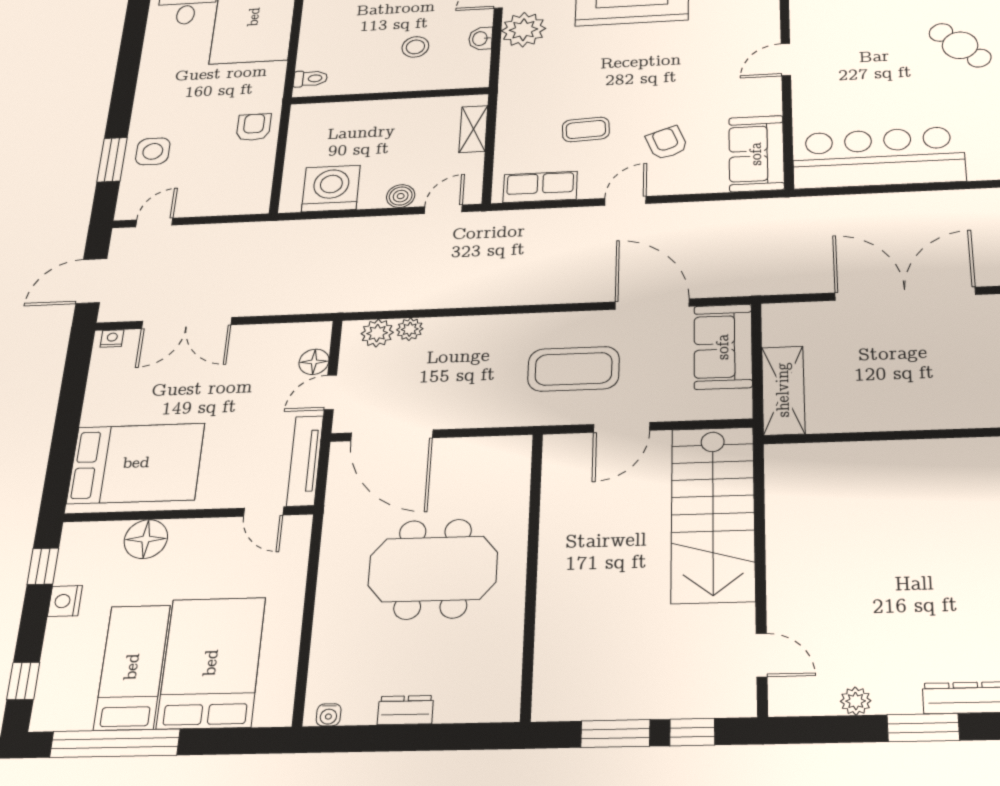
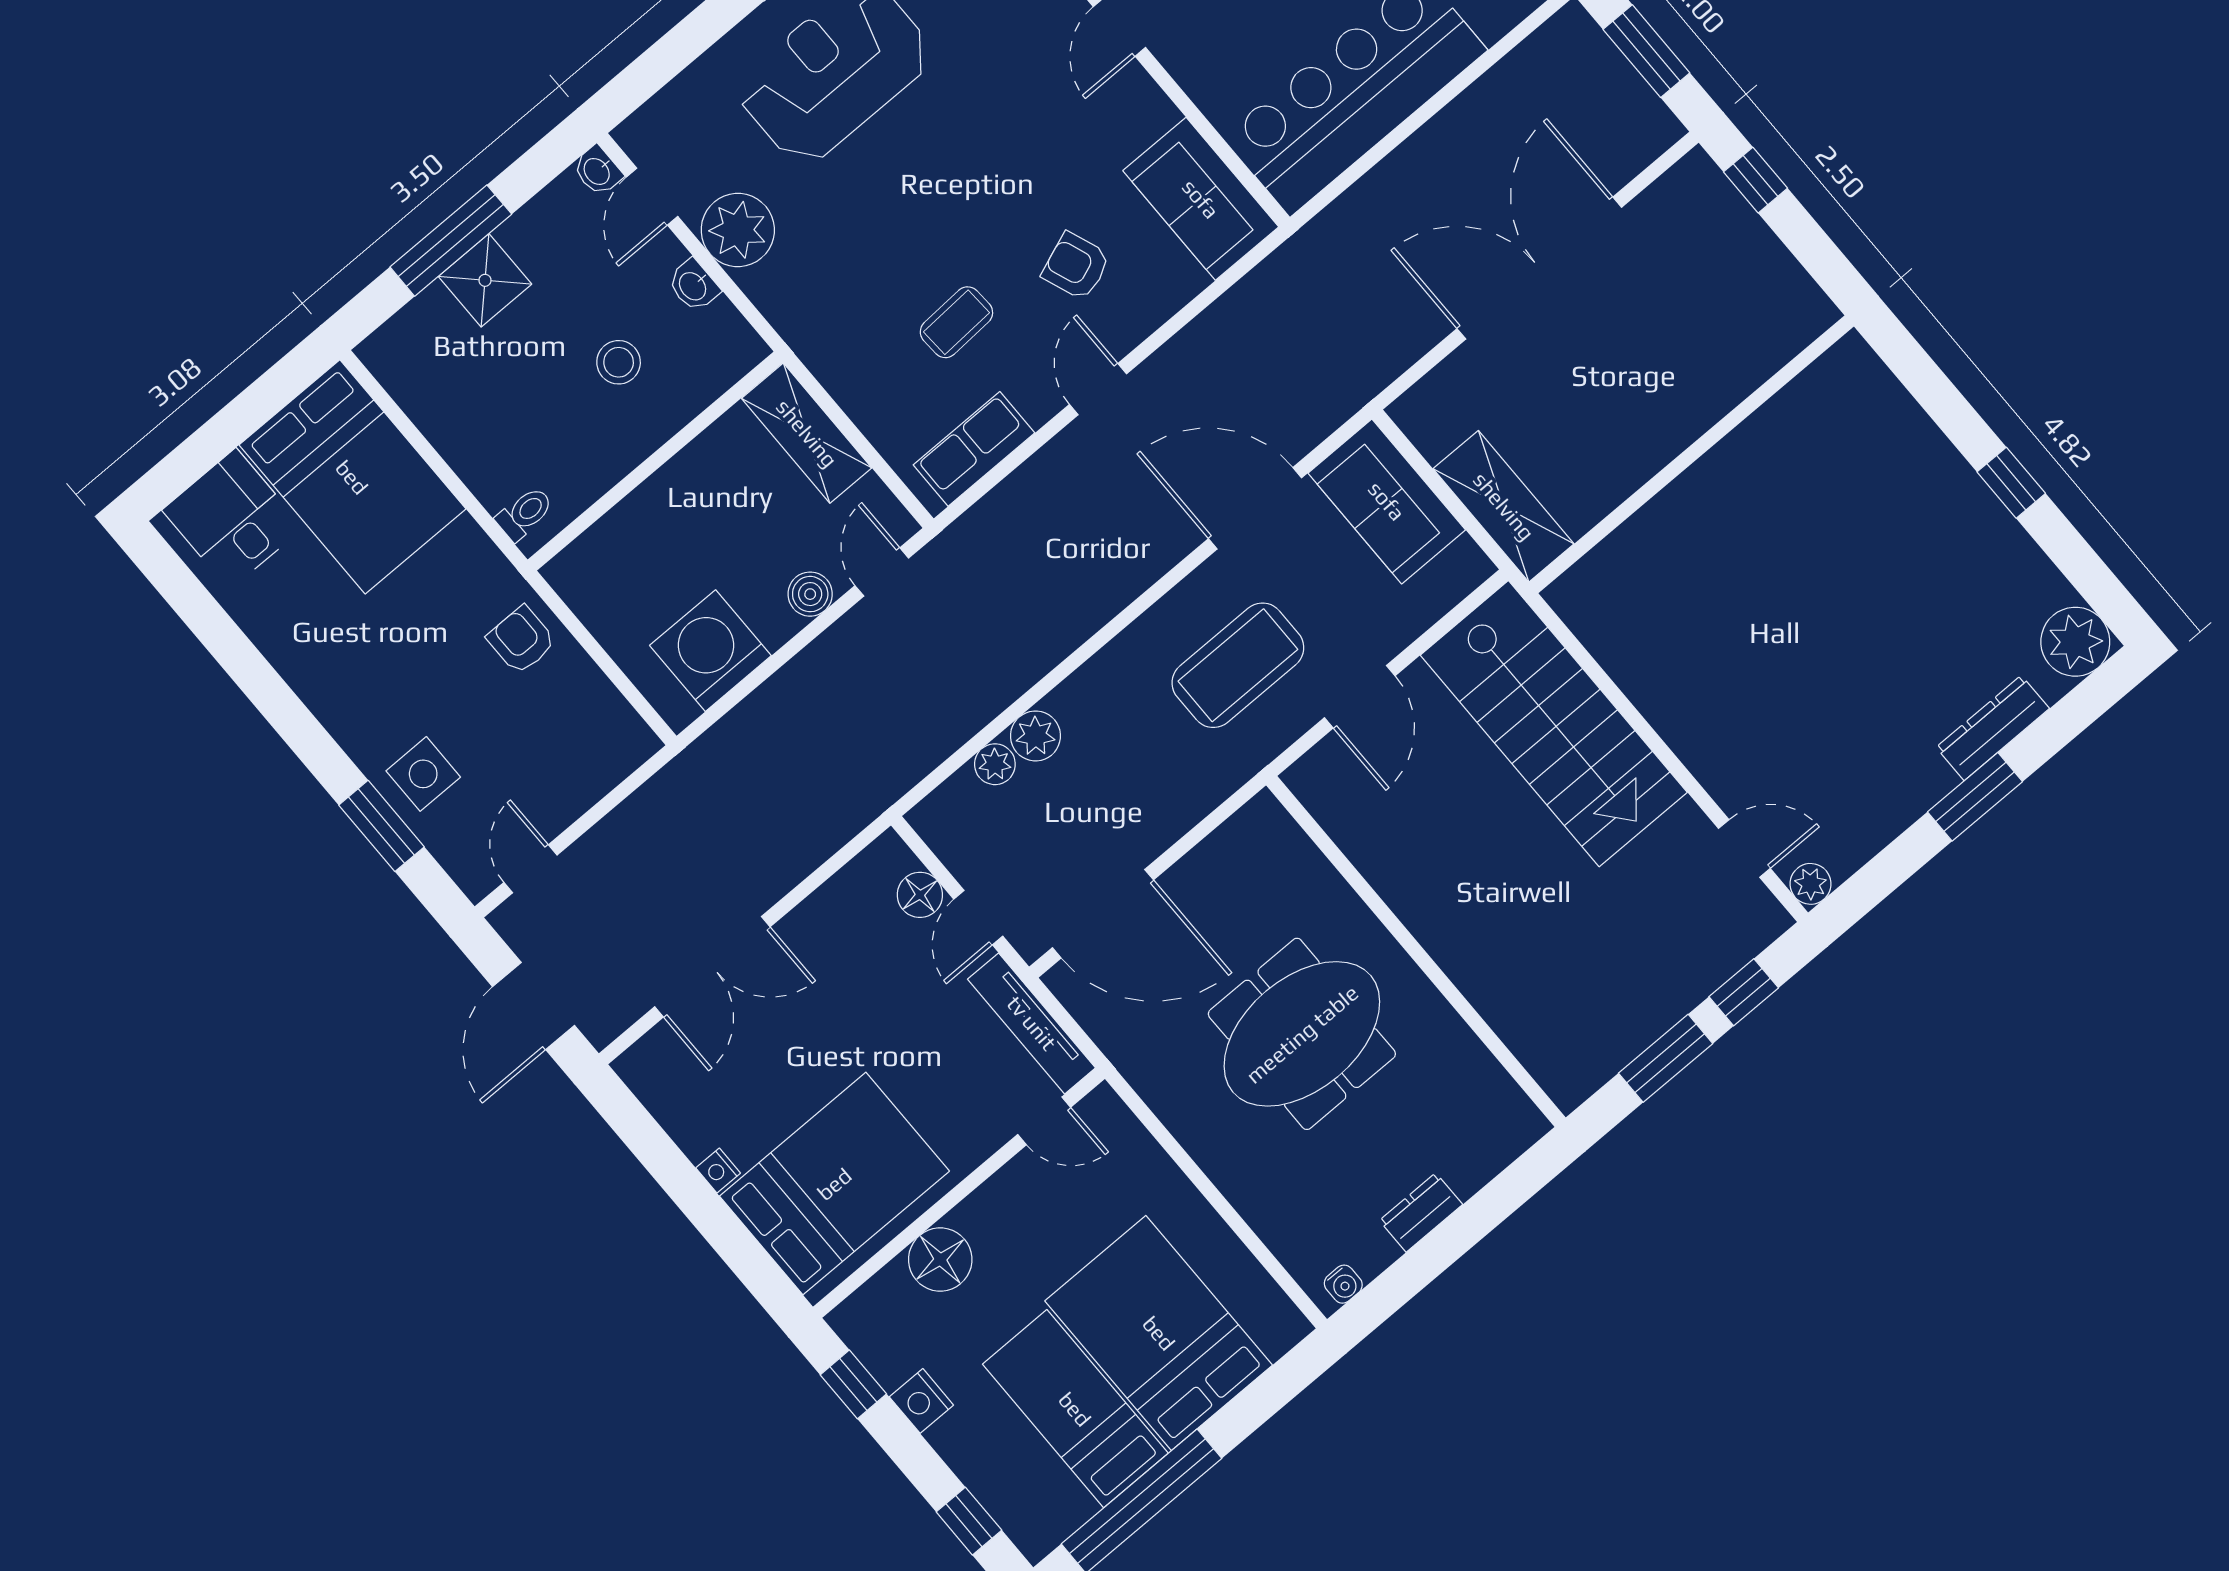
shelving: (473, 129) -> (807, 433), width x1.50, depth x1.33
plant: (377, 333) -> (1035, 736), moved
nightstand: (112, 338) -> (718, 1170), moved, turned -90
plant: (856, 701) -> (1810, 884), moved

